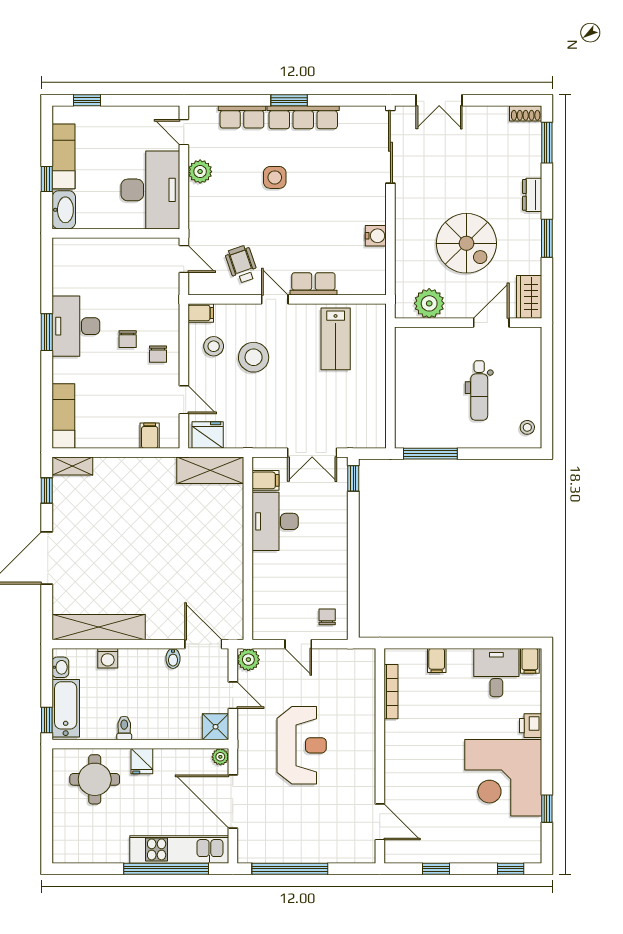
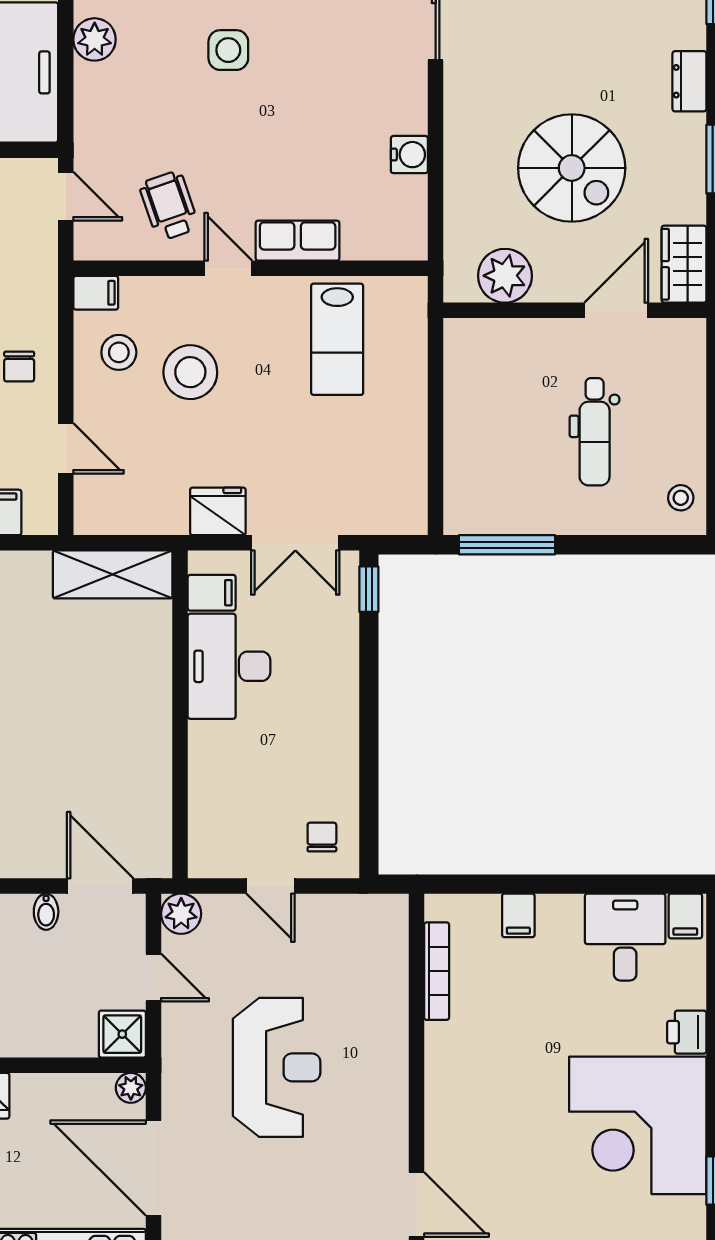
fridge: (208, 435) -> (218, 511), moved

